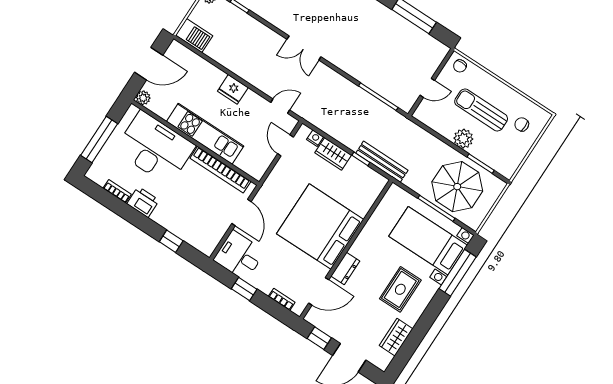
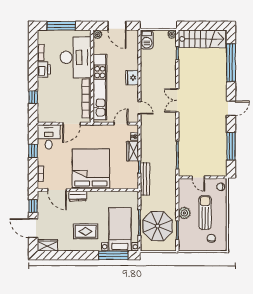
kitchen unit: (205, 134) -> (100, 87), width x1.36
wardrobe: (396, 337) -> (47, 245), moved

